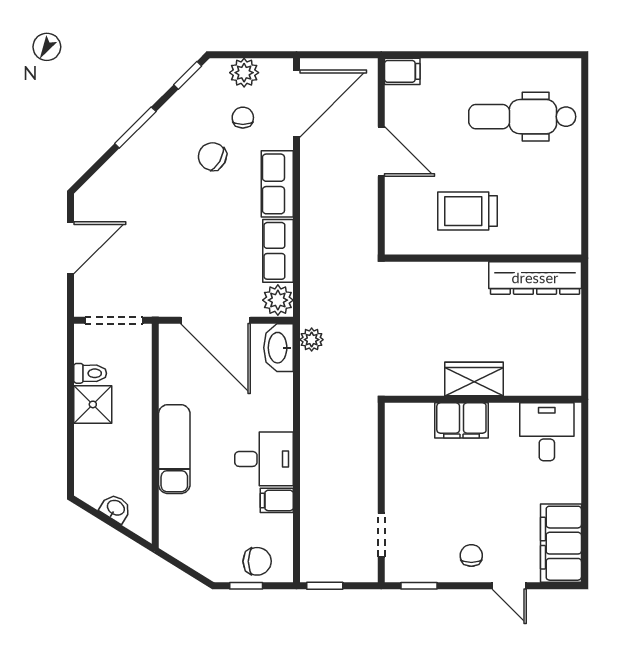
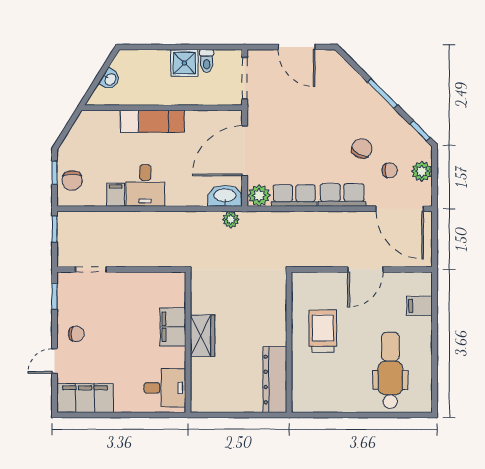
filing cabinet: (402, 71) -> (420, 306), moved, turned 90

